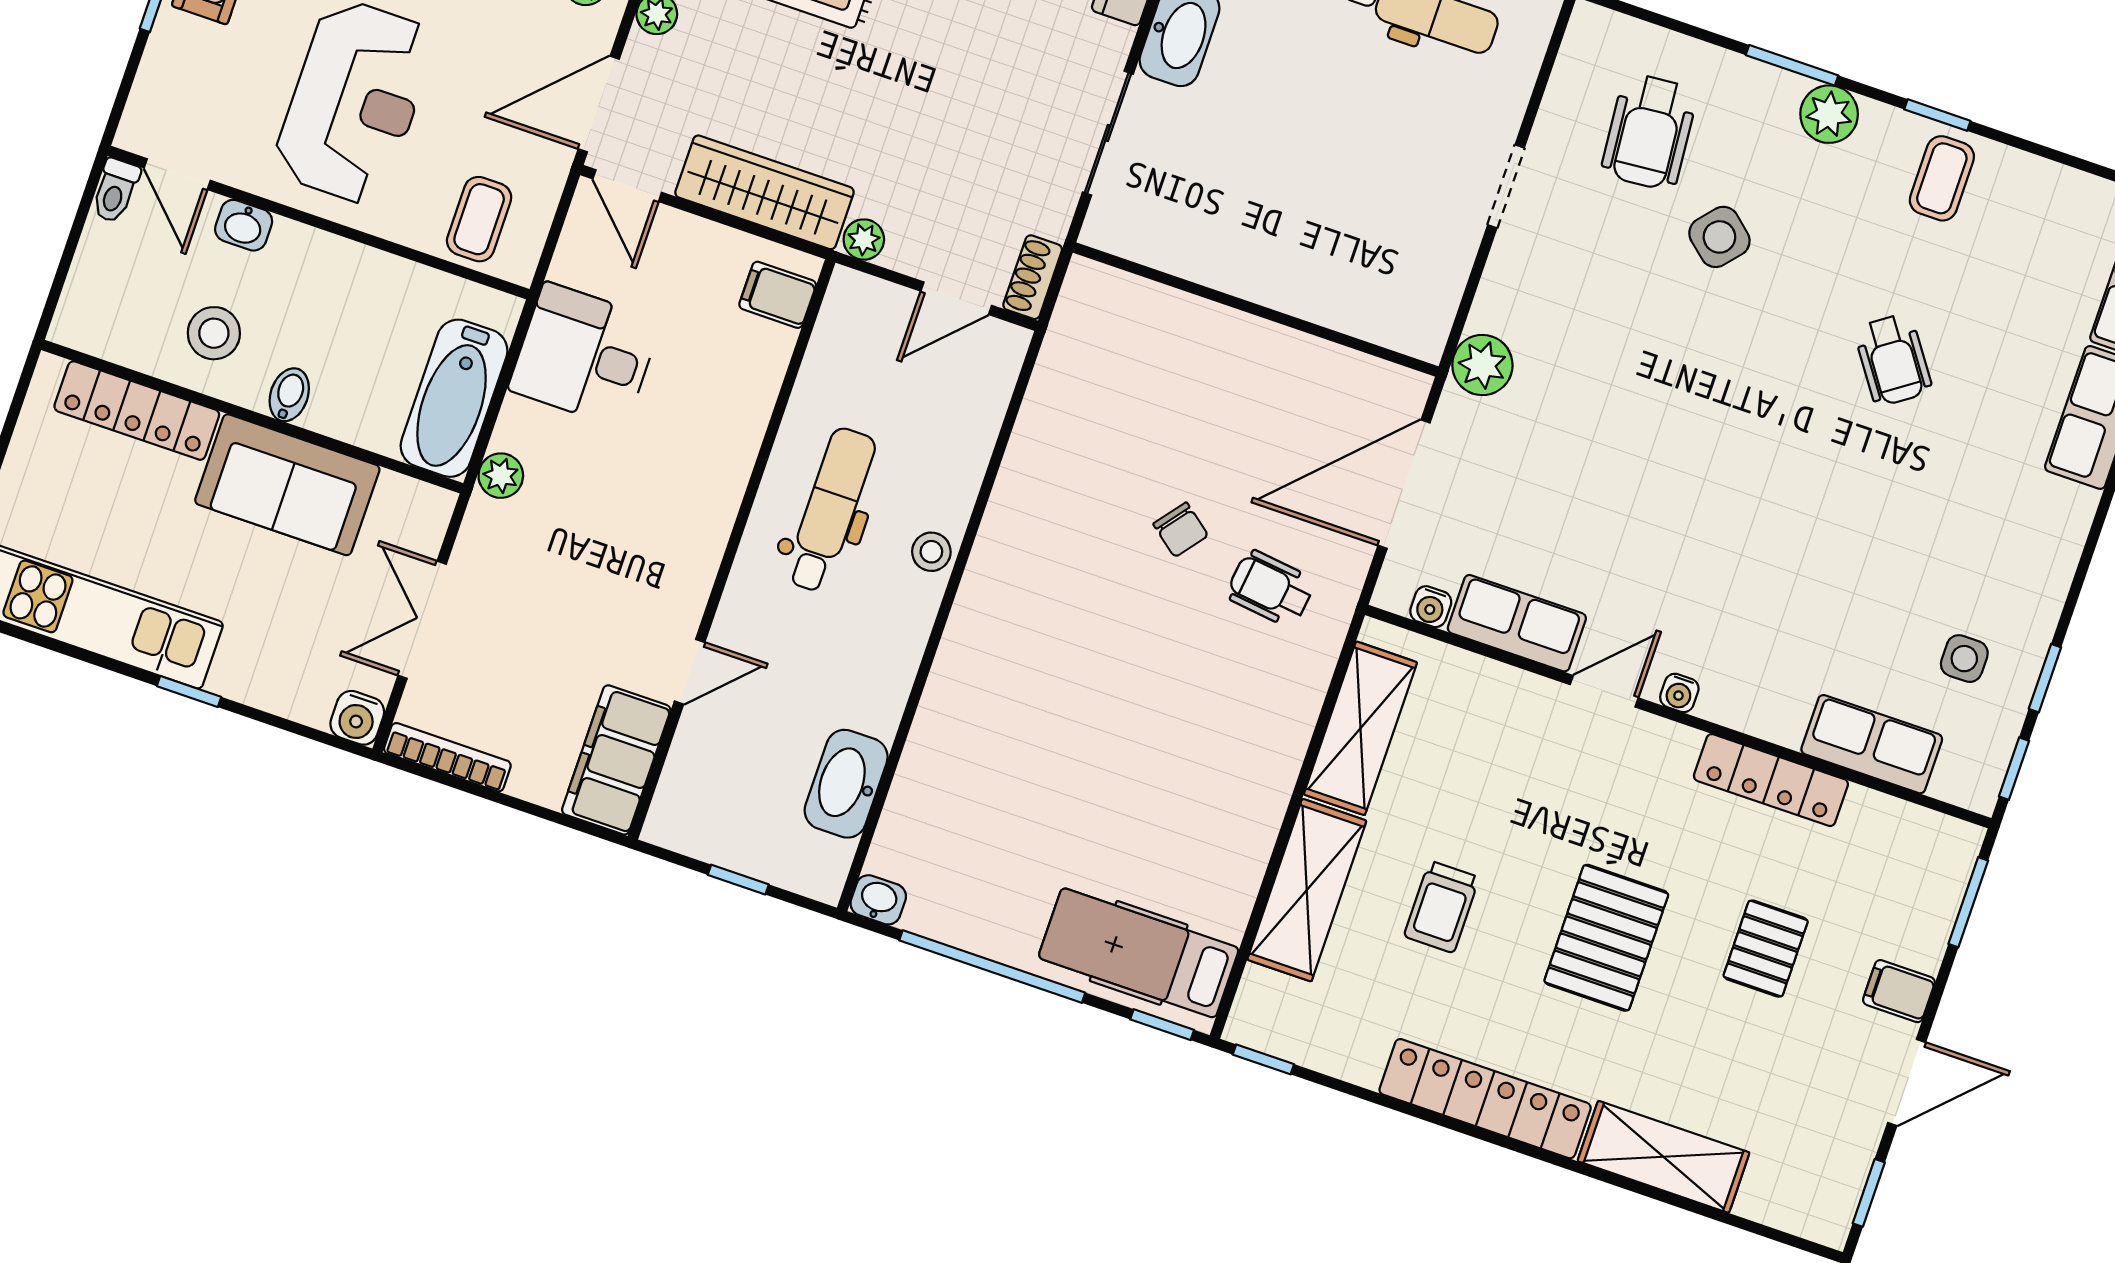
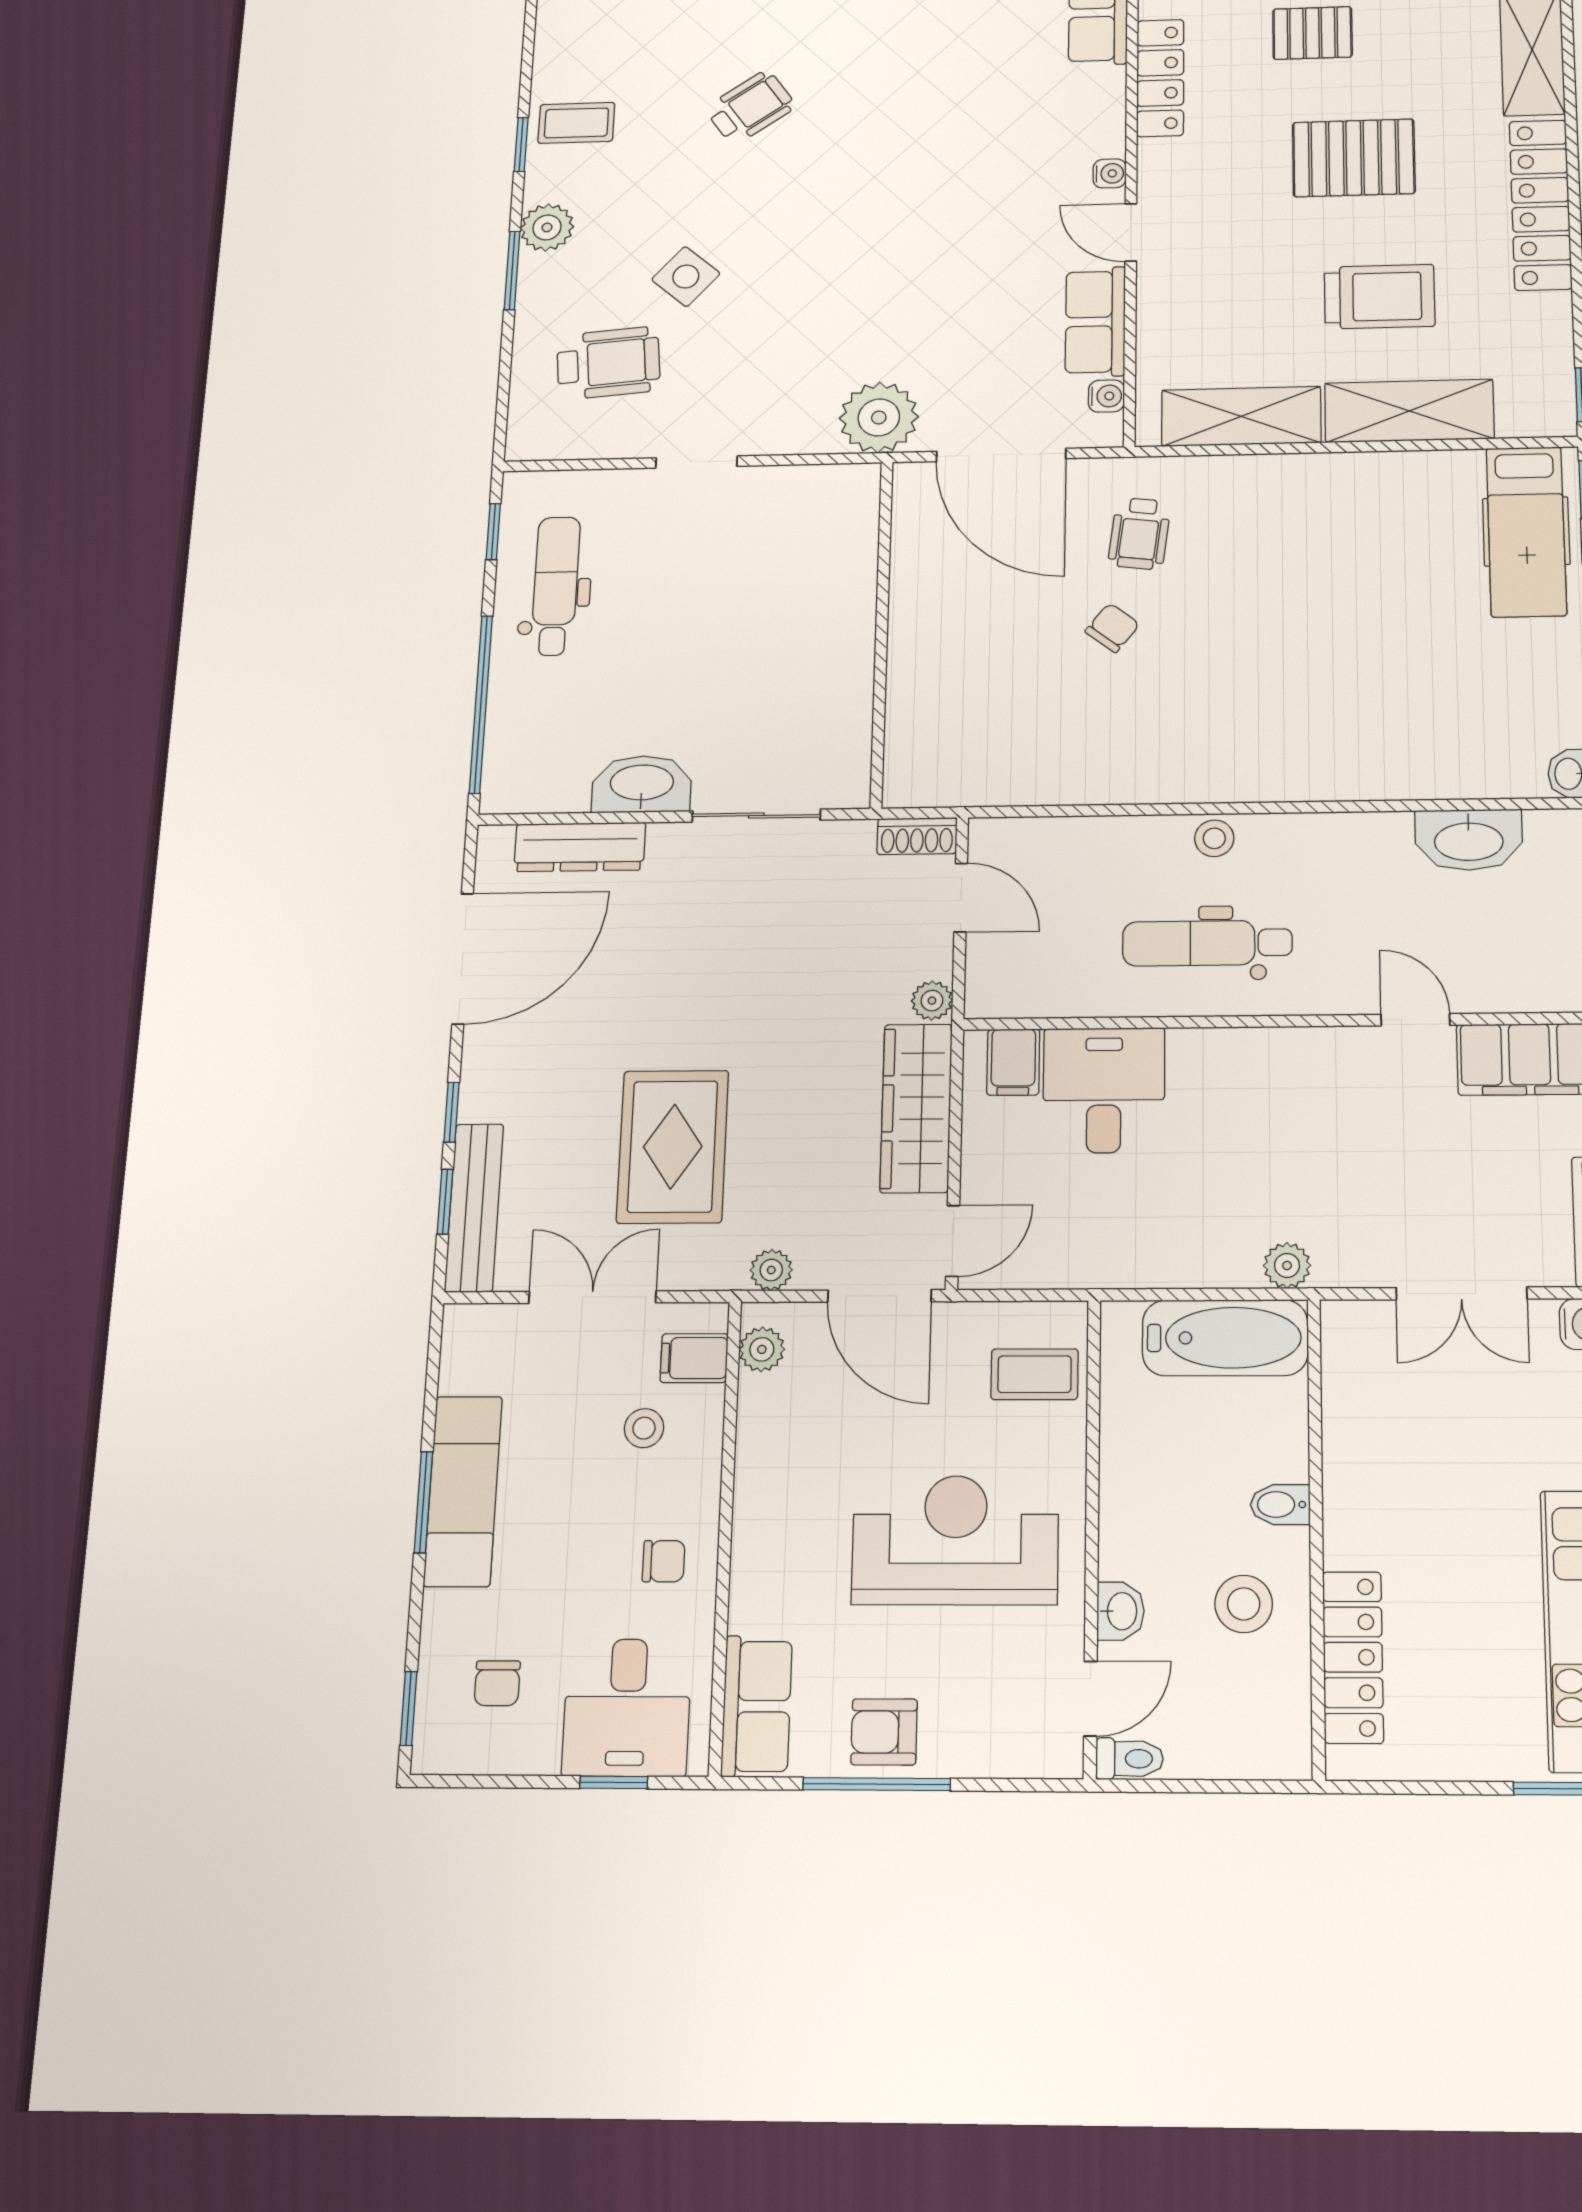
desk: (585, 355) -> (1104, 1090), moved, turned 180
plant: (1482, 365) -> (879, 417), width x1.36, depth x1.36
sofa: (287, 485) -> (1374, 1475), removed
trolley: (1442, 907) -> (1379, 297), width x1.36, depth x1.39

